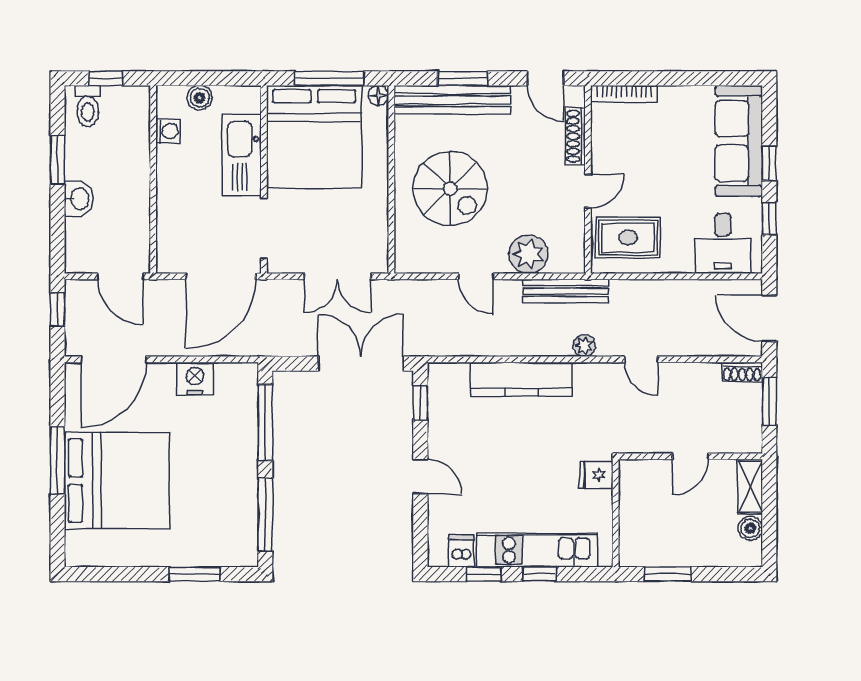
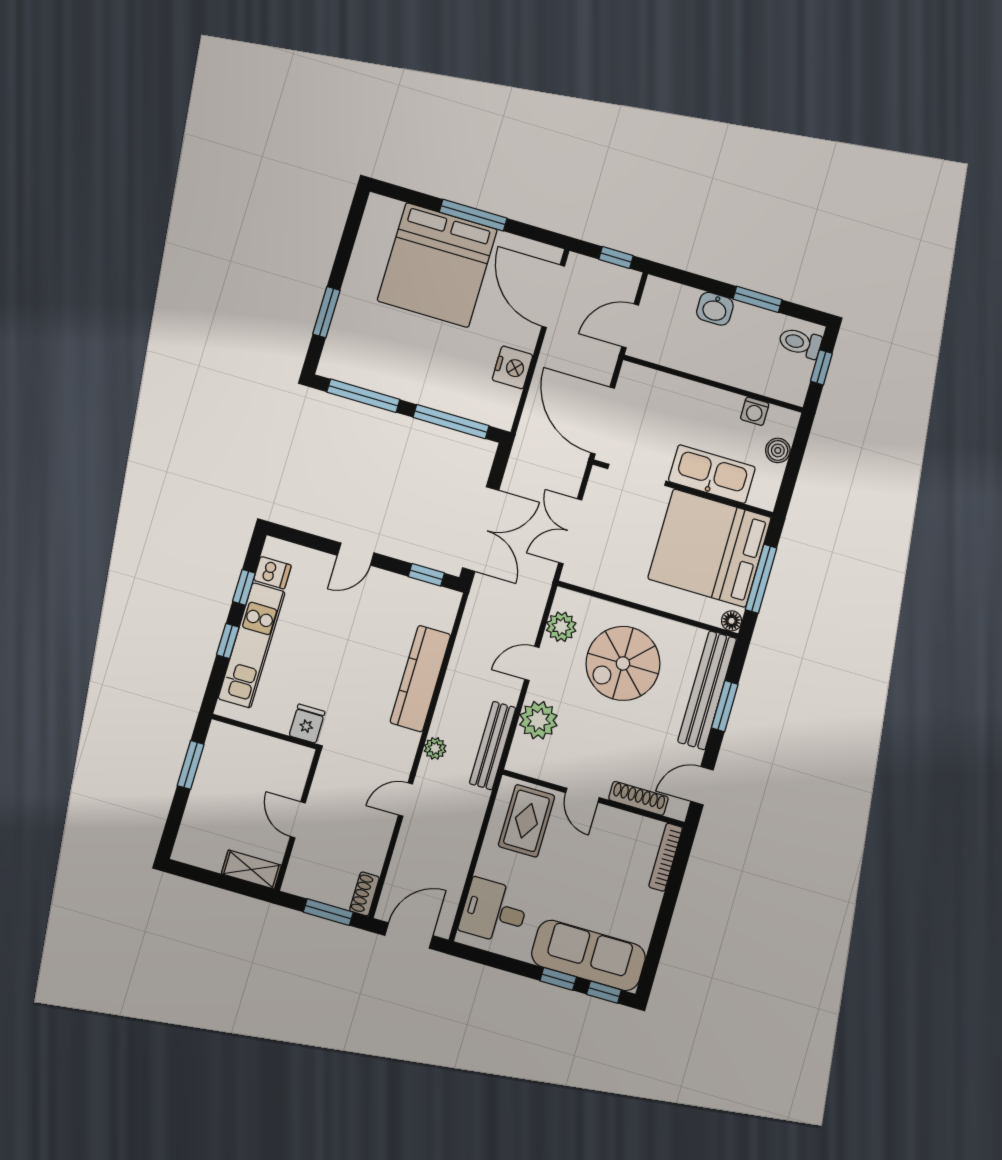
window: (769, 219) -> (604, 992), moved
plant: (432, 258) -> (561, 627), added
boiler: (750, 528) -> (211, 858), removed

